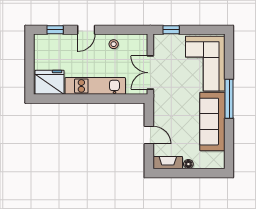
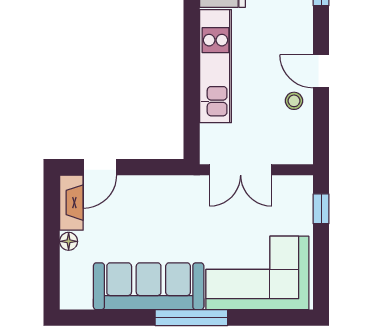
door: (86, 30) -> (321, 71), moved
double door: (150, 73) -> (241, 170), swing flipped
door: (149, 135) -> (100, 167), moved

